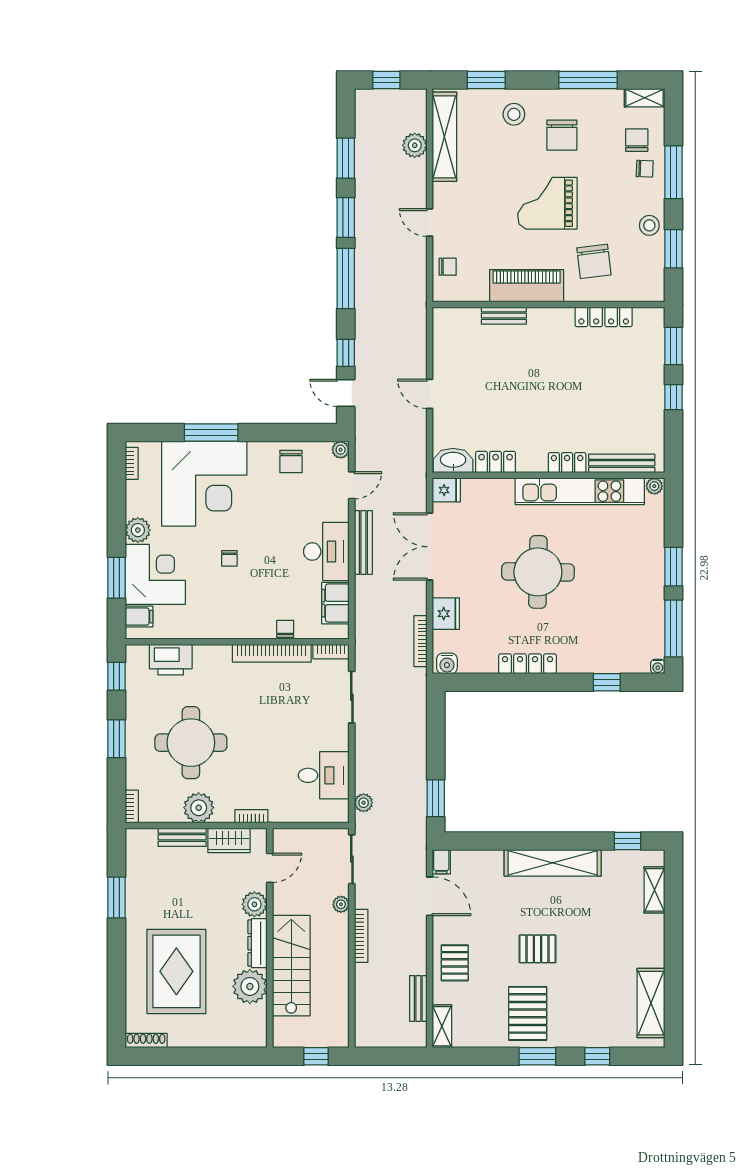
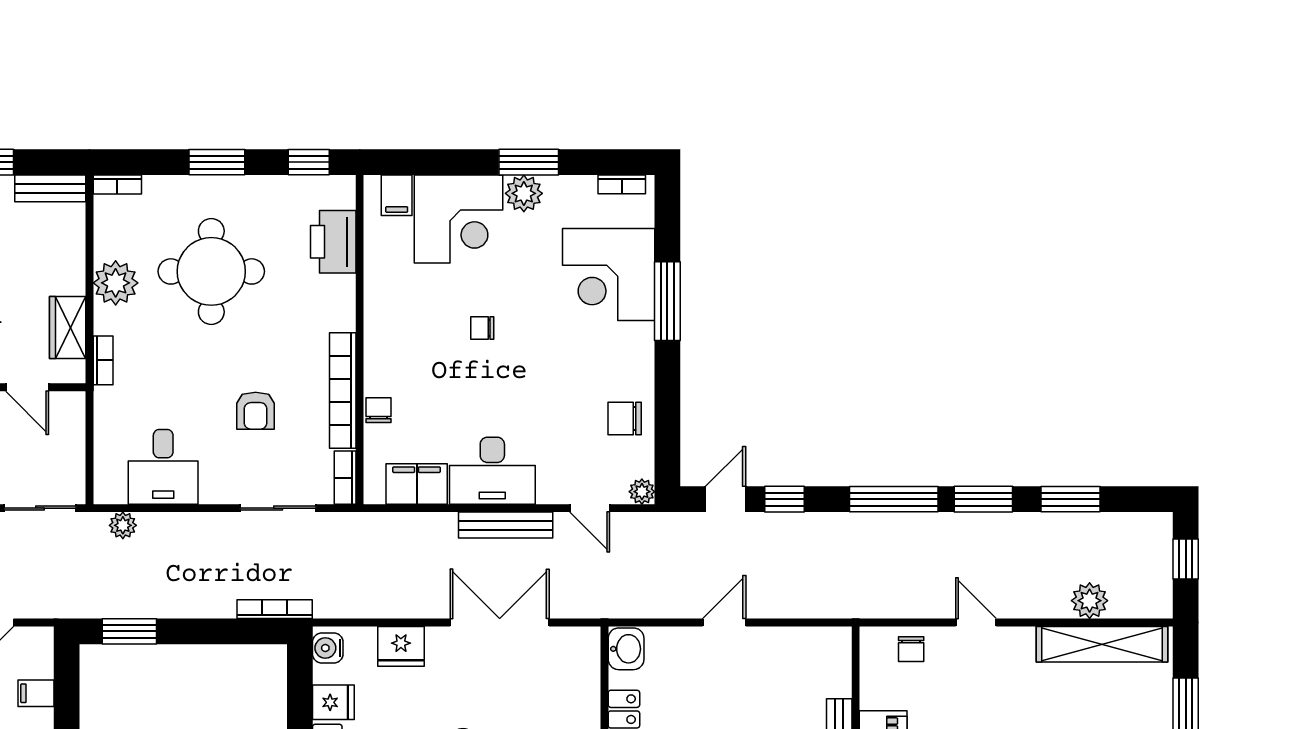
door: (430, 223) -> (976, 623), hinge flipped
washbasin: (453, 461) -> (626, 649), width x0.72
corner desk: (204, 484) -> (609, 274), width x0.74, depth x0.74
fridge: (446, 490) -> (333, 702), moved, turned -90
window: (117, 578) -> (529, 162), moved
chair: (285, 629) -> (379, 410), turned -90
bookcase: (421, 641) -> (275, 609), moved
armchair: (286, 713) -> (256, 411), added
bench: (182, 837) -> (50, 188), moved, turned 90
filing cabinet: (441, 862) -> (36, 693), moved

